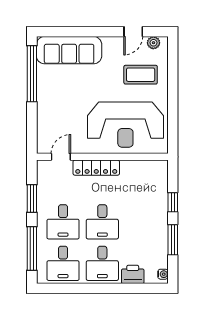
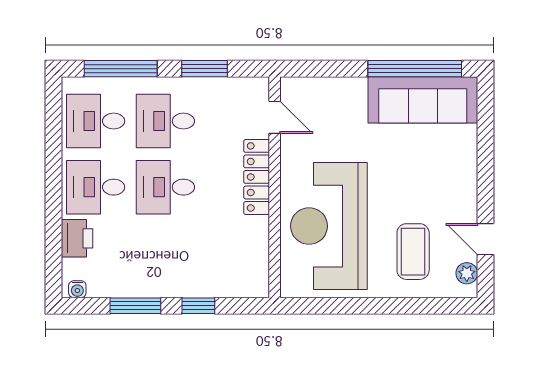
sofa: (69, 50) -> (423, 100), moved, turned -90

